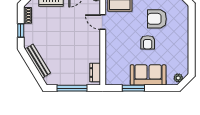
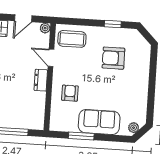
armchair: (148, 42) -> (70, 93), moved, turned 180
dresser: (95, 73) -> (41, 80), moved

